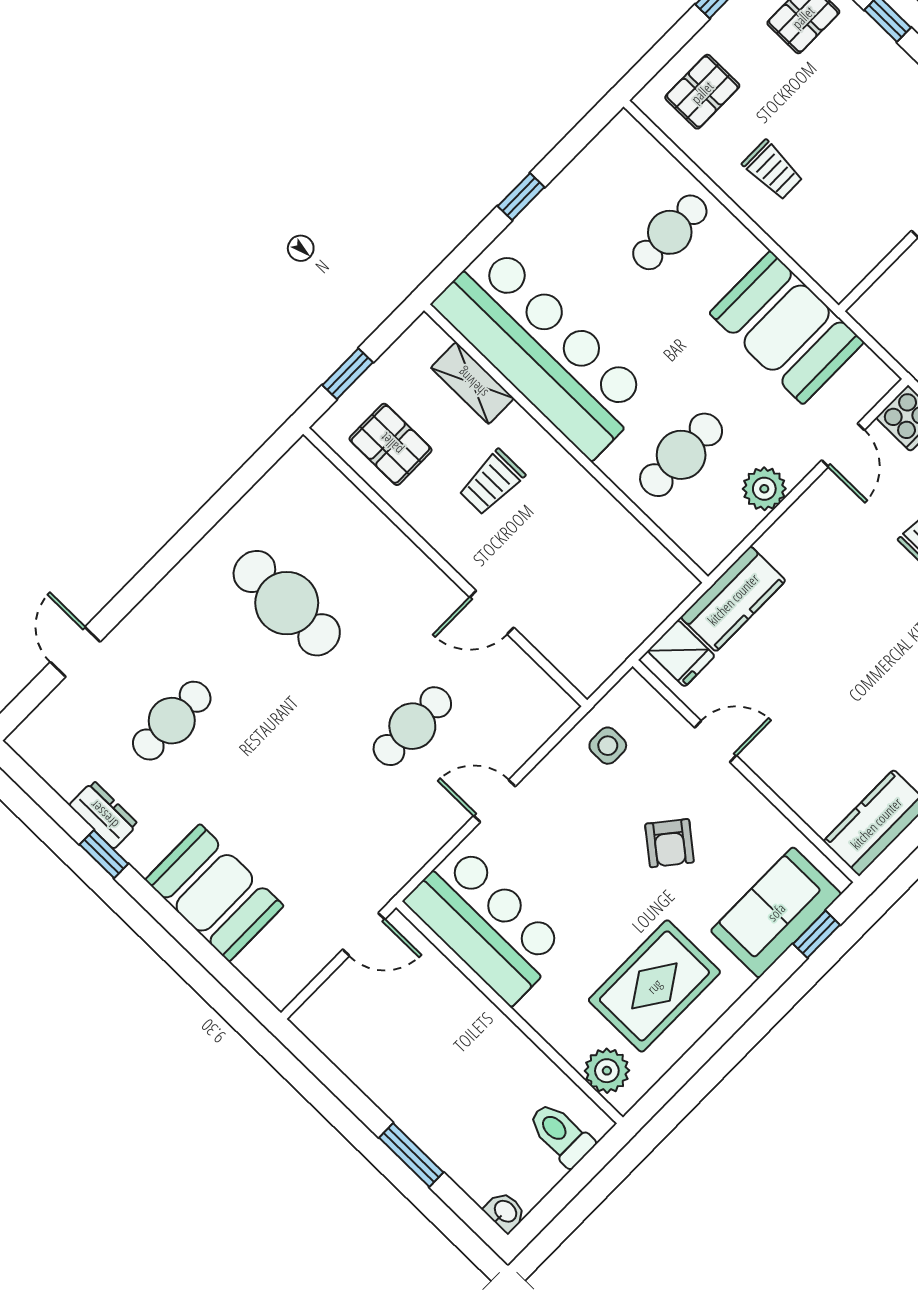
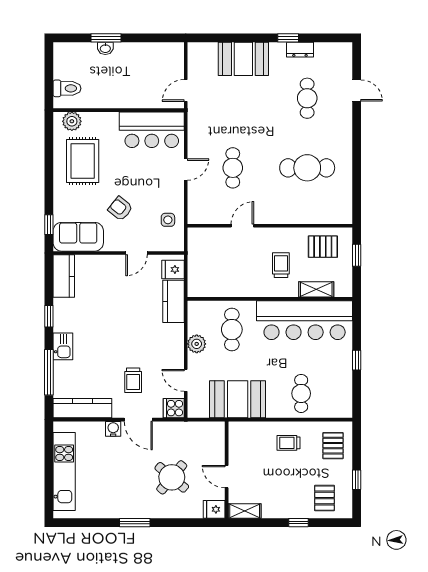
sofa: (776, 912) -> (78, 237), moved, turned -90
washbasin: (505, 1212) -> (105, 48), moved

